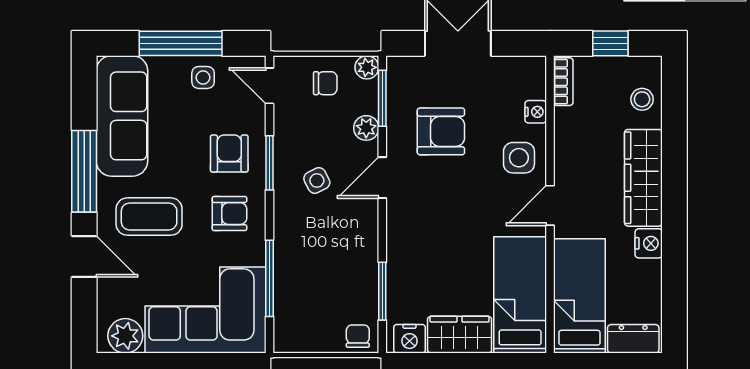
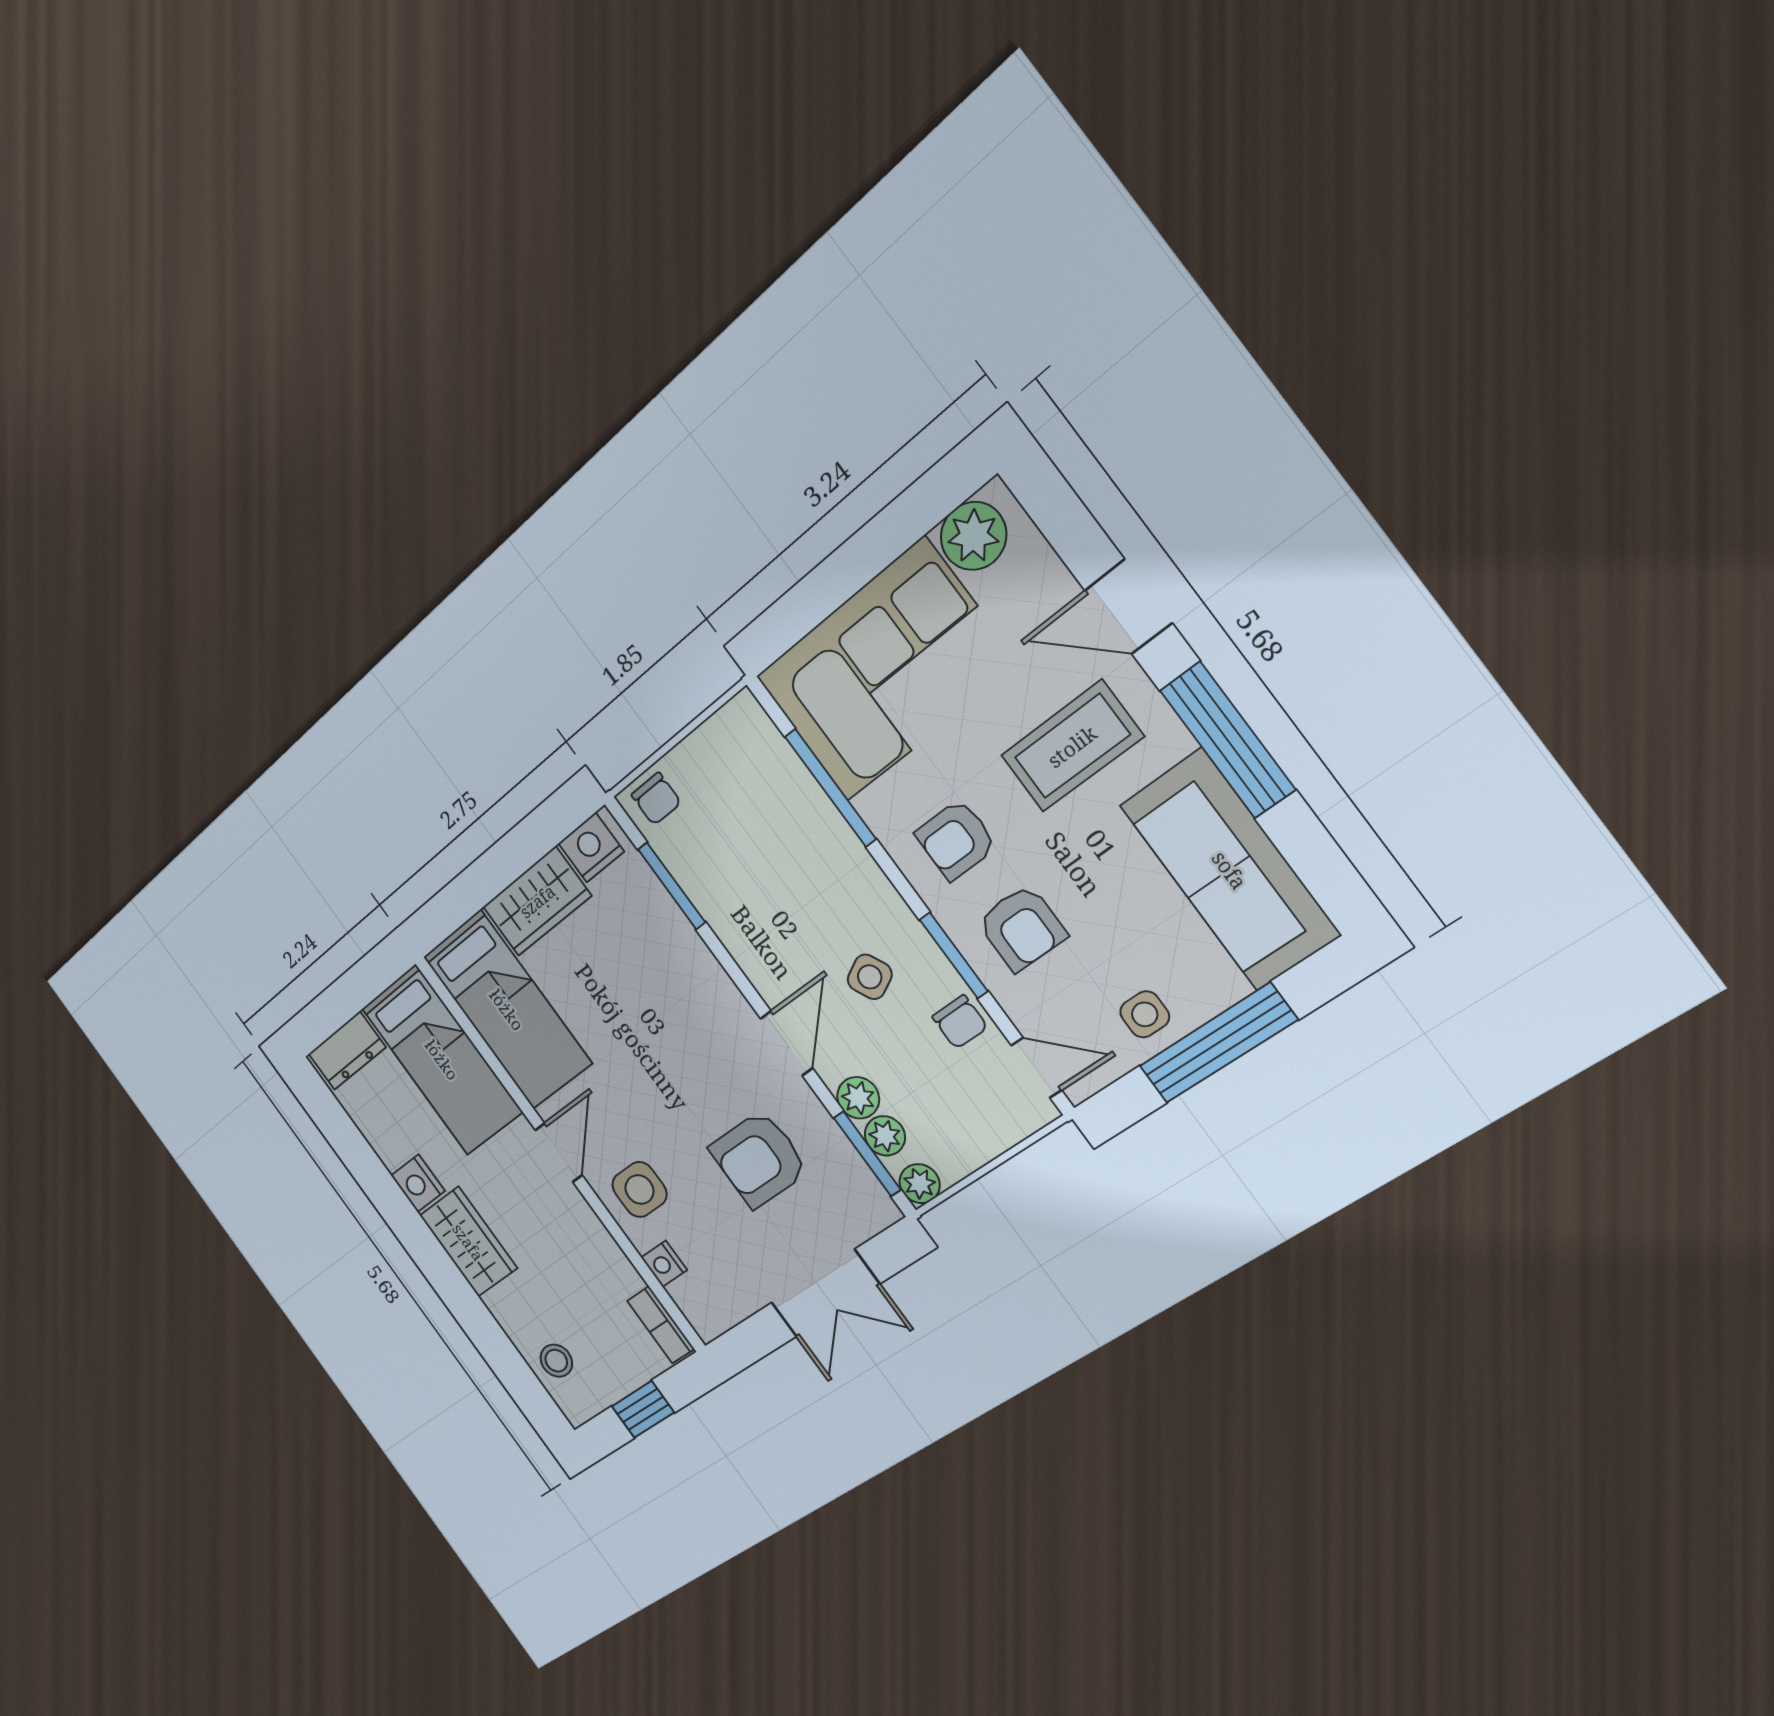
chair: (325, 83) -> (960, 1022), moved, turned -90
plant: (367, 101) -> (885, 1136), added
wardrobe: (643, 178) -> (468, 1242), width x0.67

